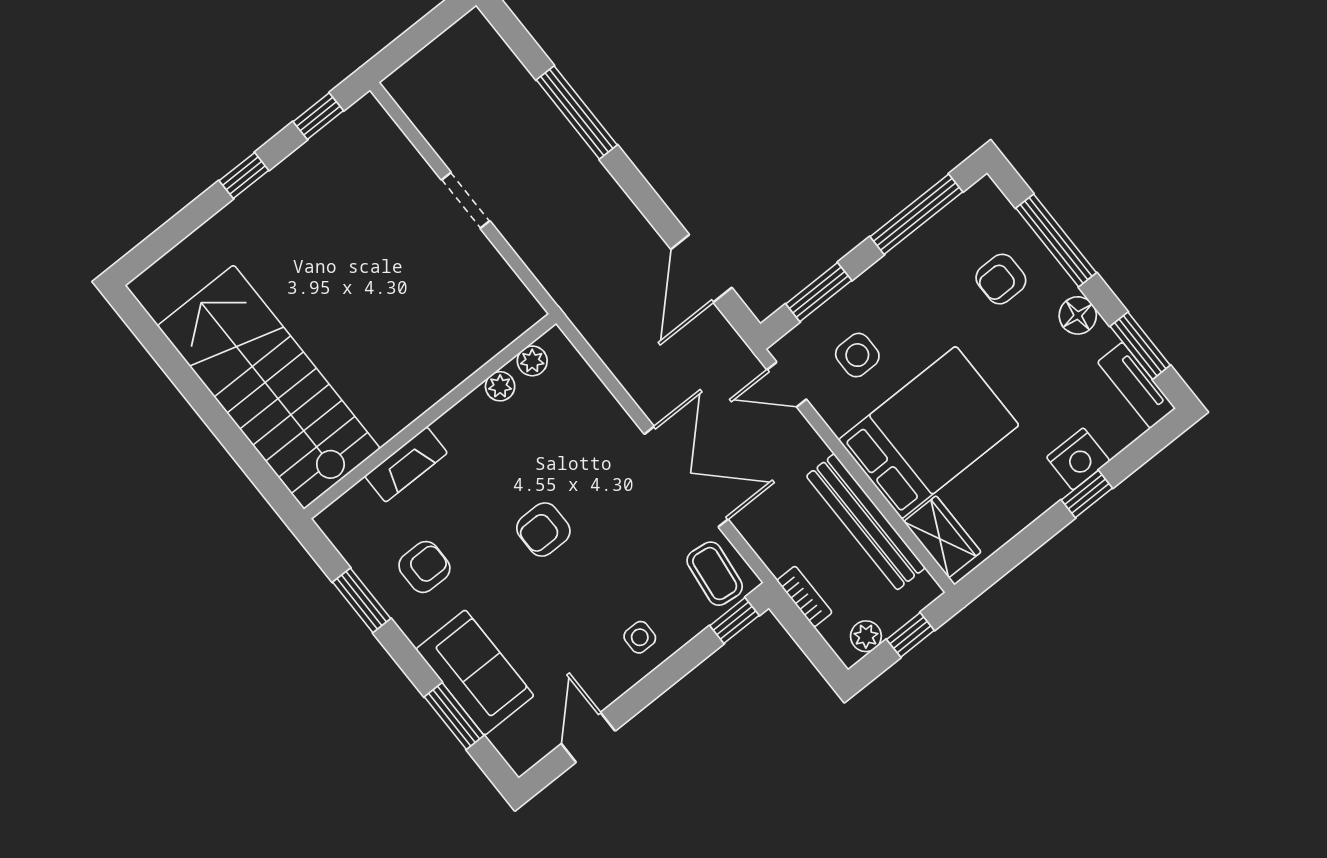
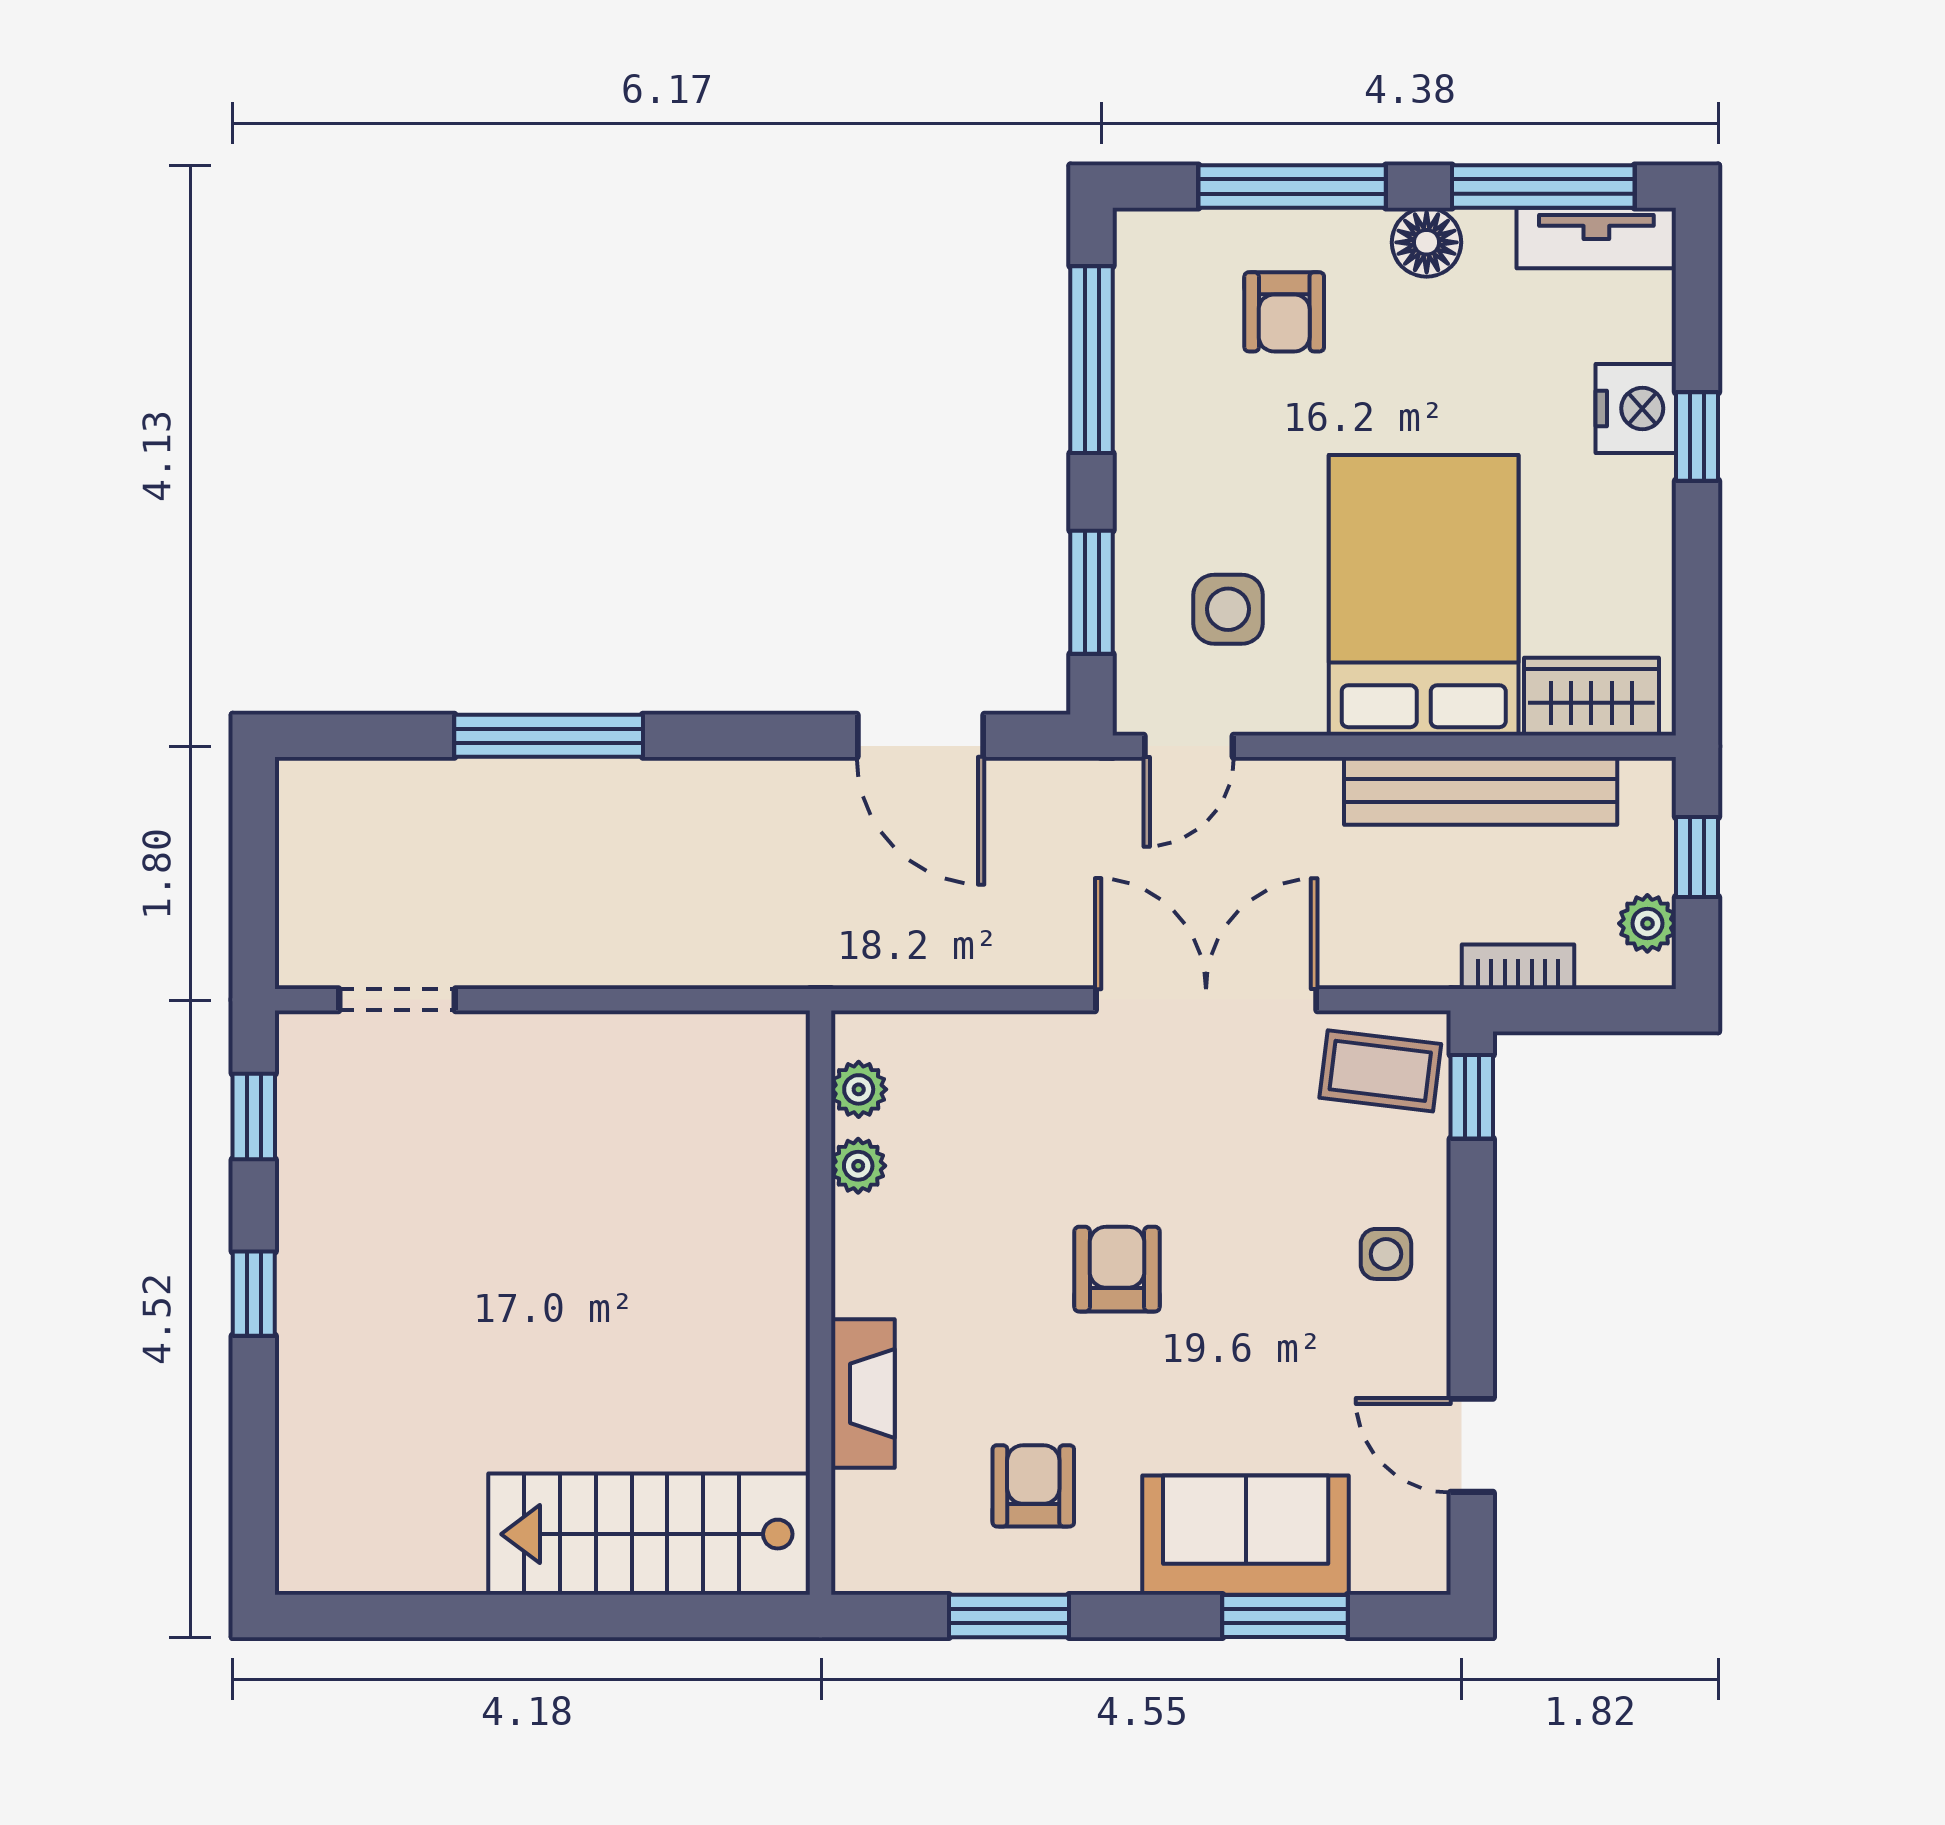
doorway: (466, 200) -> (397, 1000), moved
window: (1140, 346) -> (1543, 187), width x1.44
stairs: (269, 387) -> (649, 1534), width x0.73, depth x0.66
armchair: (543, 530) -> (1117, 1269), turned 180

